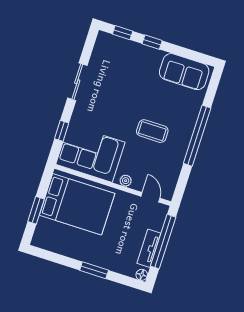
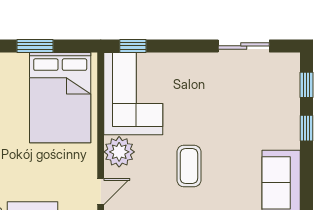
sliding door: (77, 82) -> (244, 46), moved
window: (62, 131) -> (133, 46), moved
plant: (126, 181) -> (119, 152), width x1.88, depth x1.88

